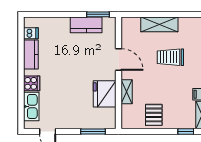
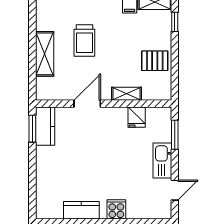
kitchen counter: (86, 25) -> (45, 126), moved
dishwasher: (31, 33) -> (55, 210), removed
fridge: (105, 94) -> (137, 117), width x0.53, depth x0.75
kitchen sink: (31, 106) -> (162, 160), moved, turned -90

